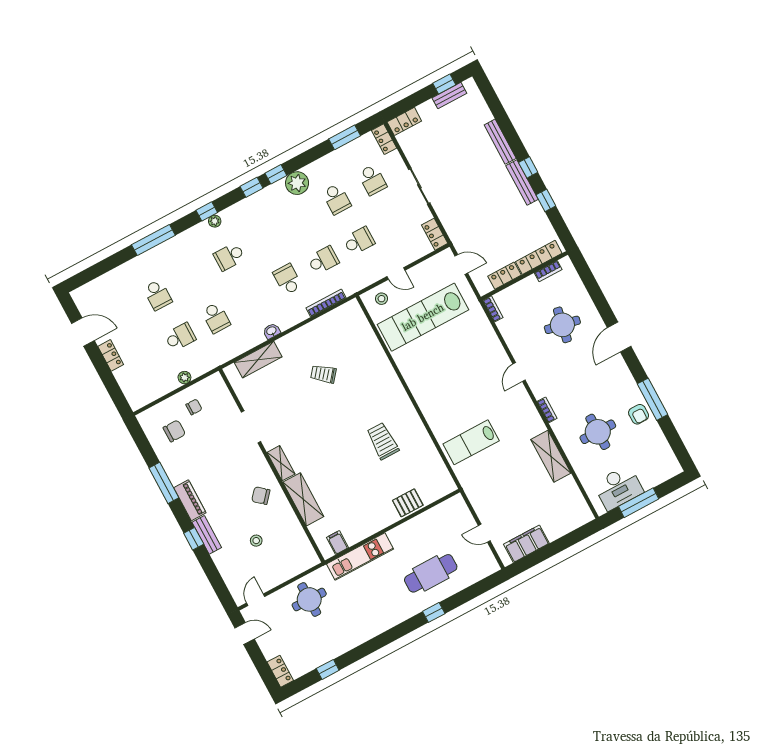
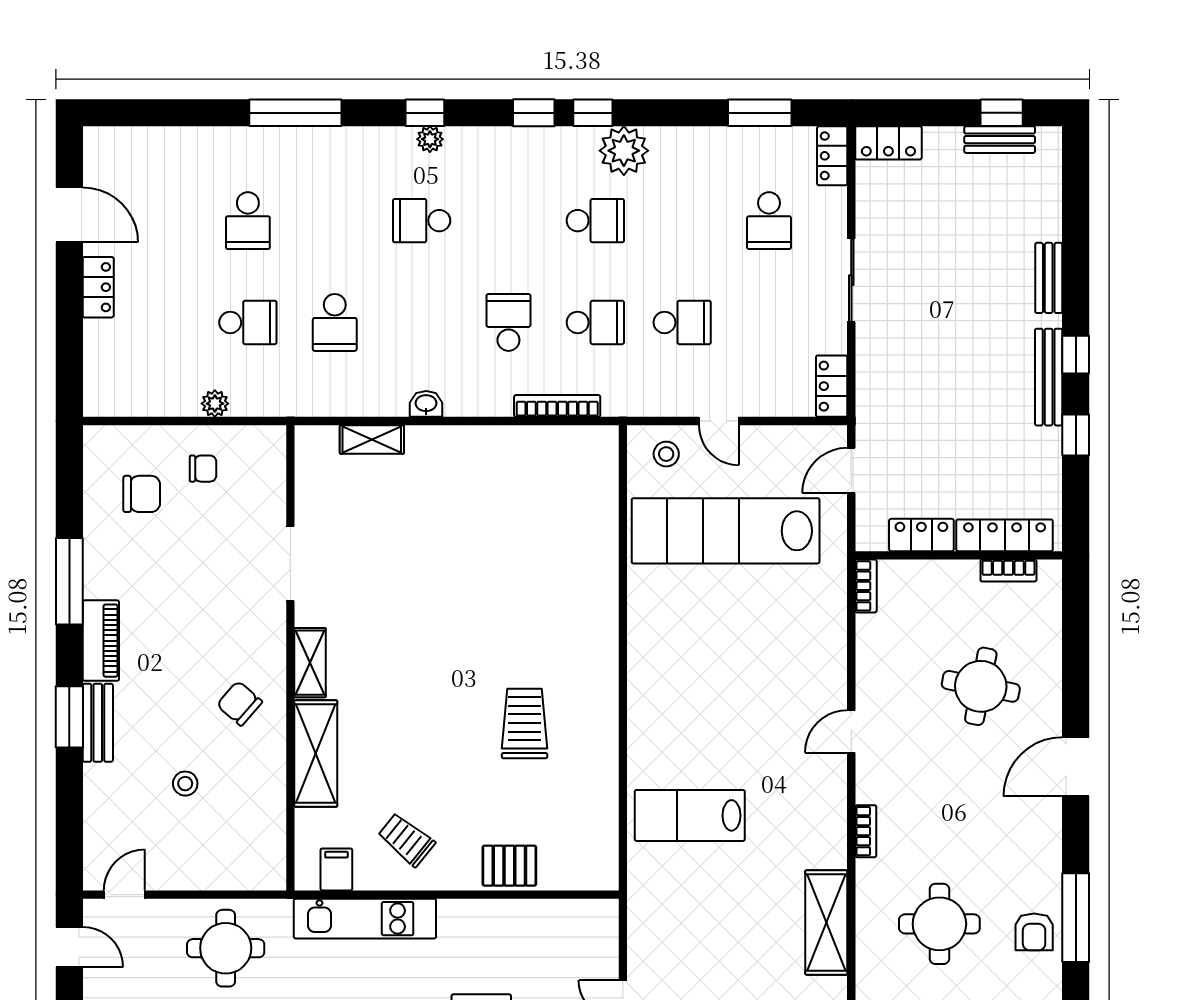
bench: (500, 142) -> (1049, 278), width x0.73
school desk: (337, 199) -> (595, 221), moved, turned -90
door: (461, 265) -> (851, 470), swing flipped
shelving: (258, 360) -> (372, 439), width x0.67, depth x0.75
trolley: (323, 374) -> (406, 840), moved
window: (194, 539) -> (69, 717), width x1.50

